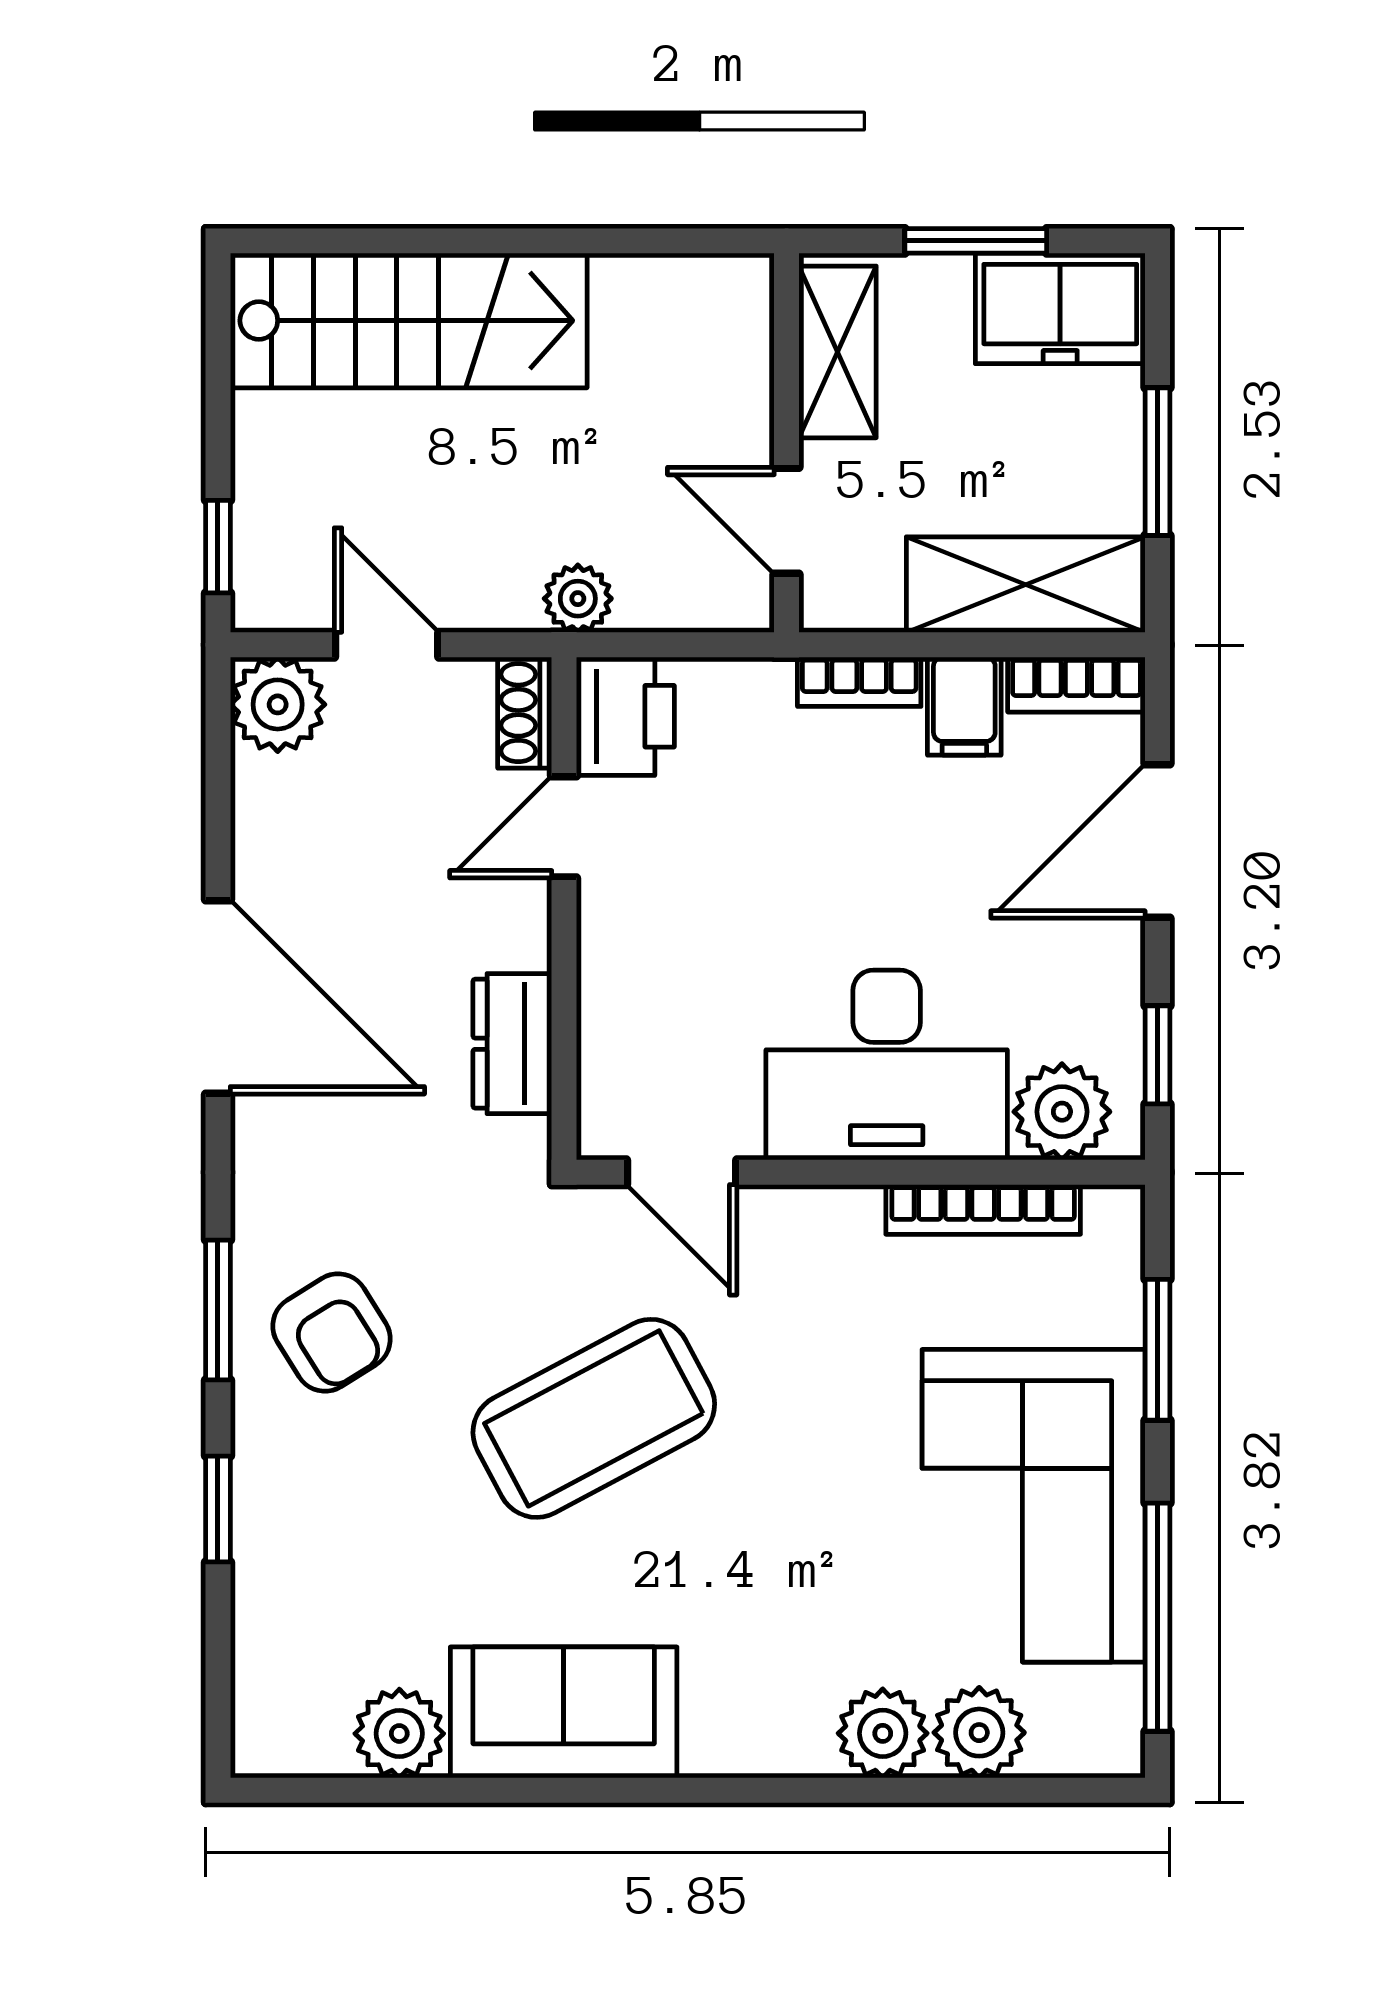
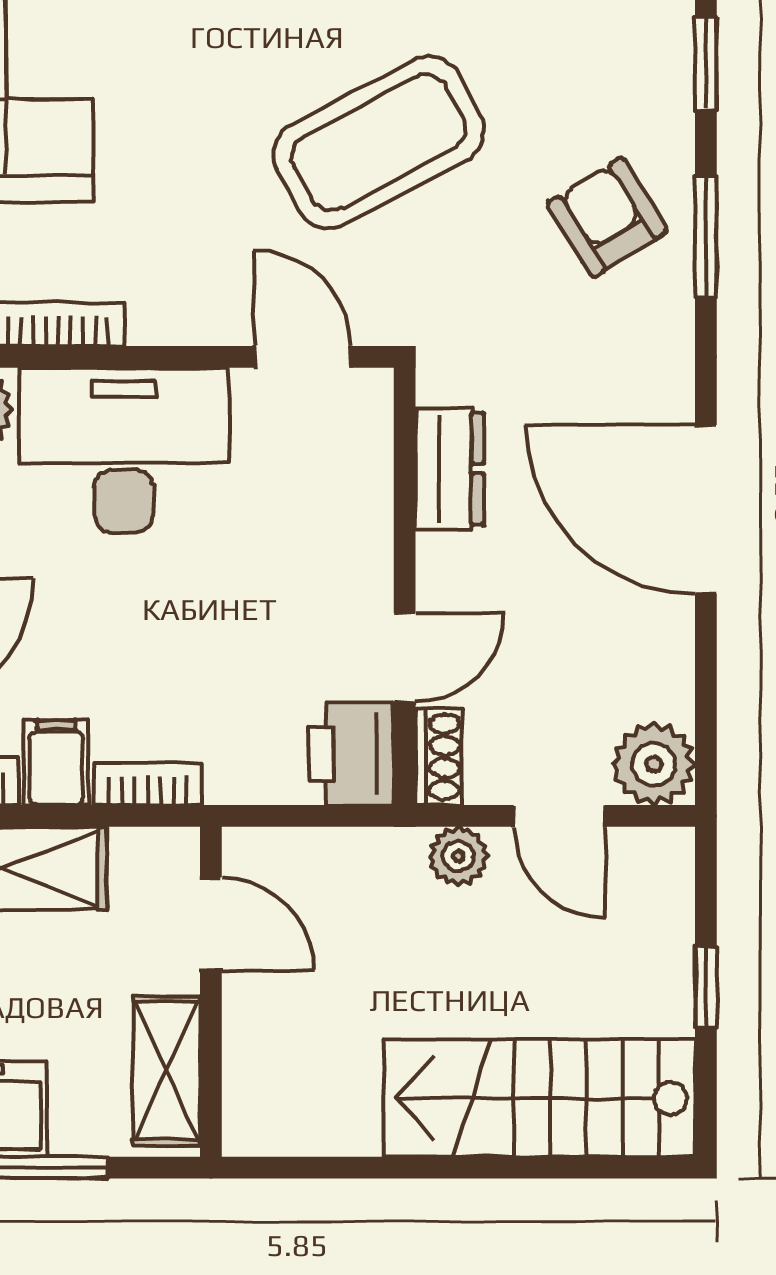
window: (218, 547) -> (706, 987), moved
plant: (578, 599) -> (458, 856), moved

